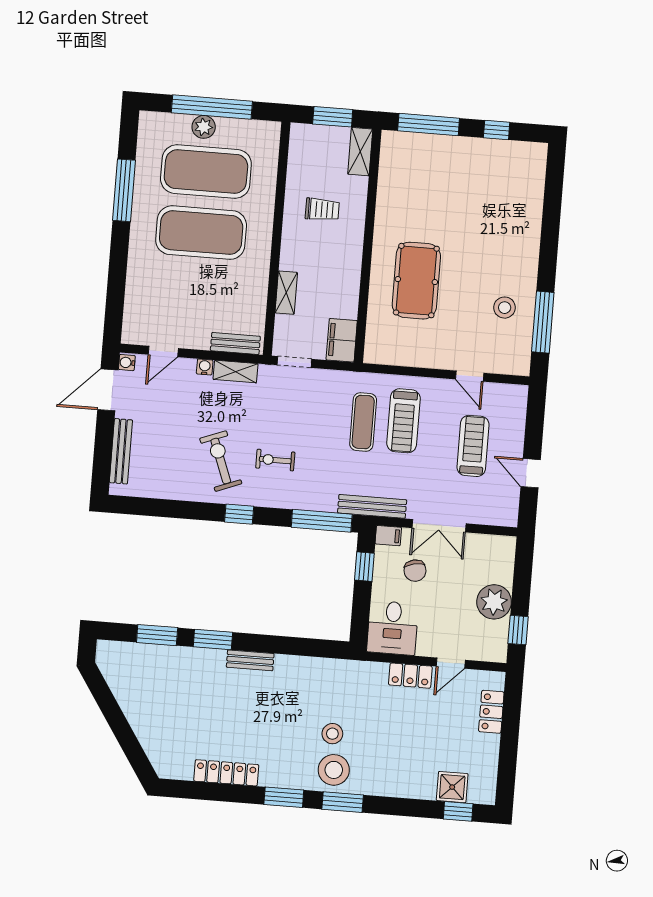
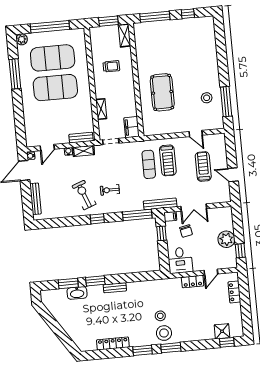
plant: (204, 127) -> (22, 39), moved
washbasin: (172, 657) -> (77, 293), added

